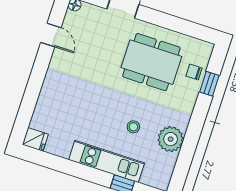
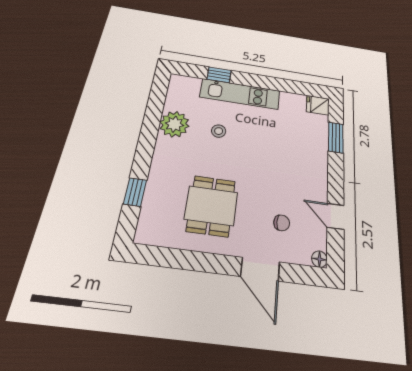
dining table: (151, 62) -> (211, 206), width x0.73
chair: (194, 72) -> (282, 223), moved
window: (28, 104) -> (336, 138), added

